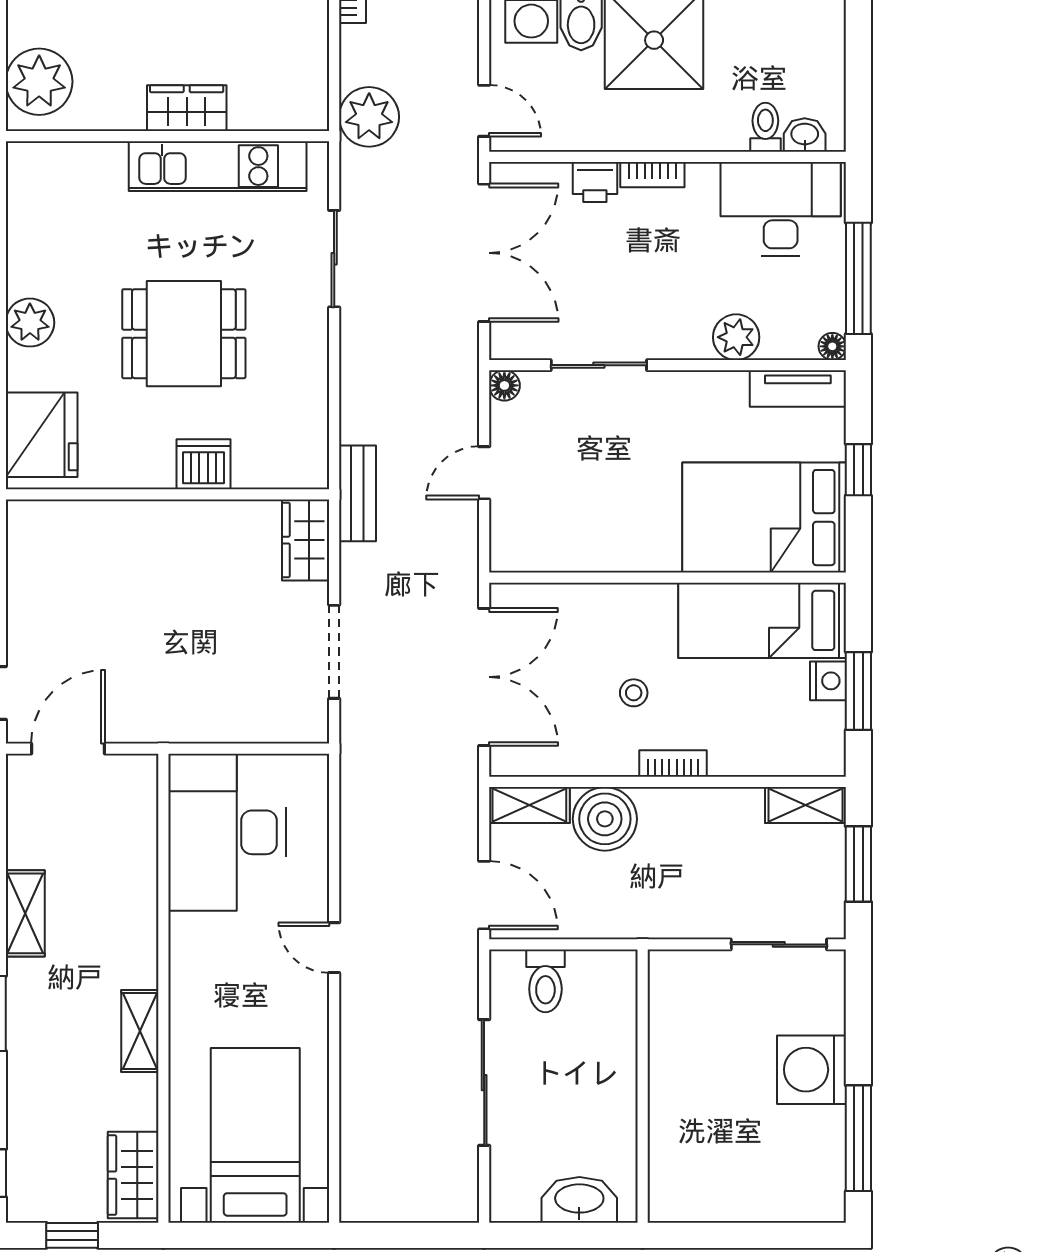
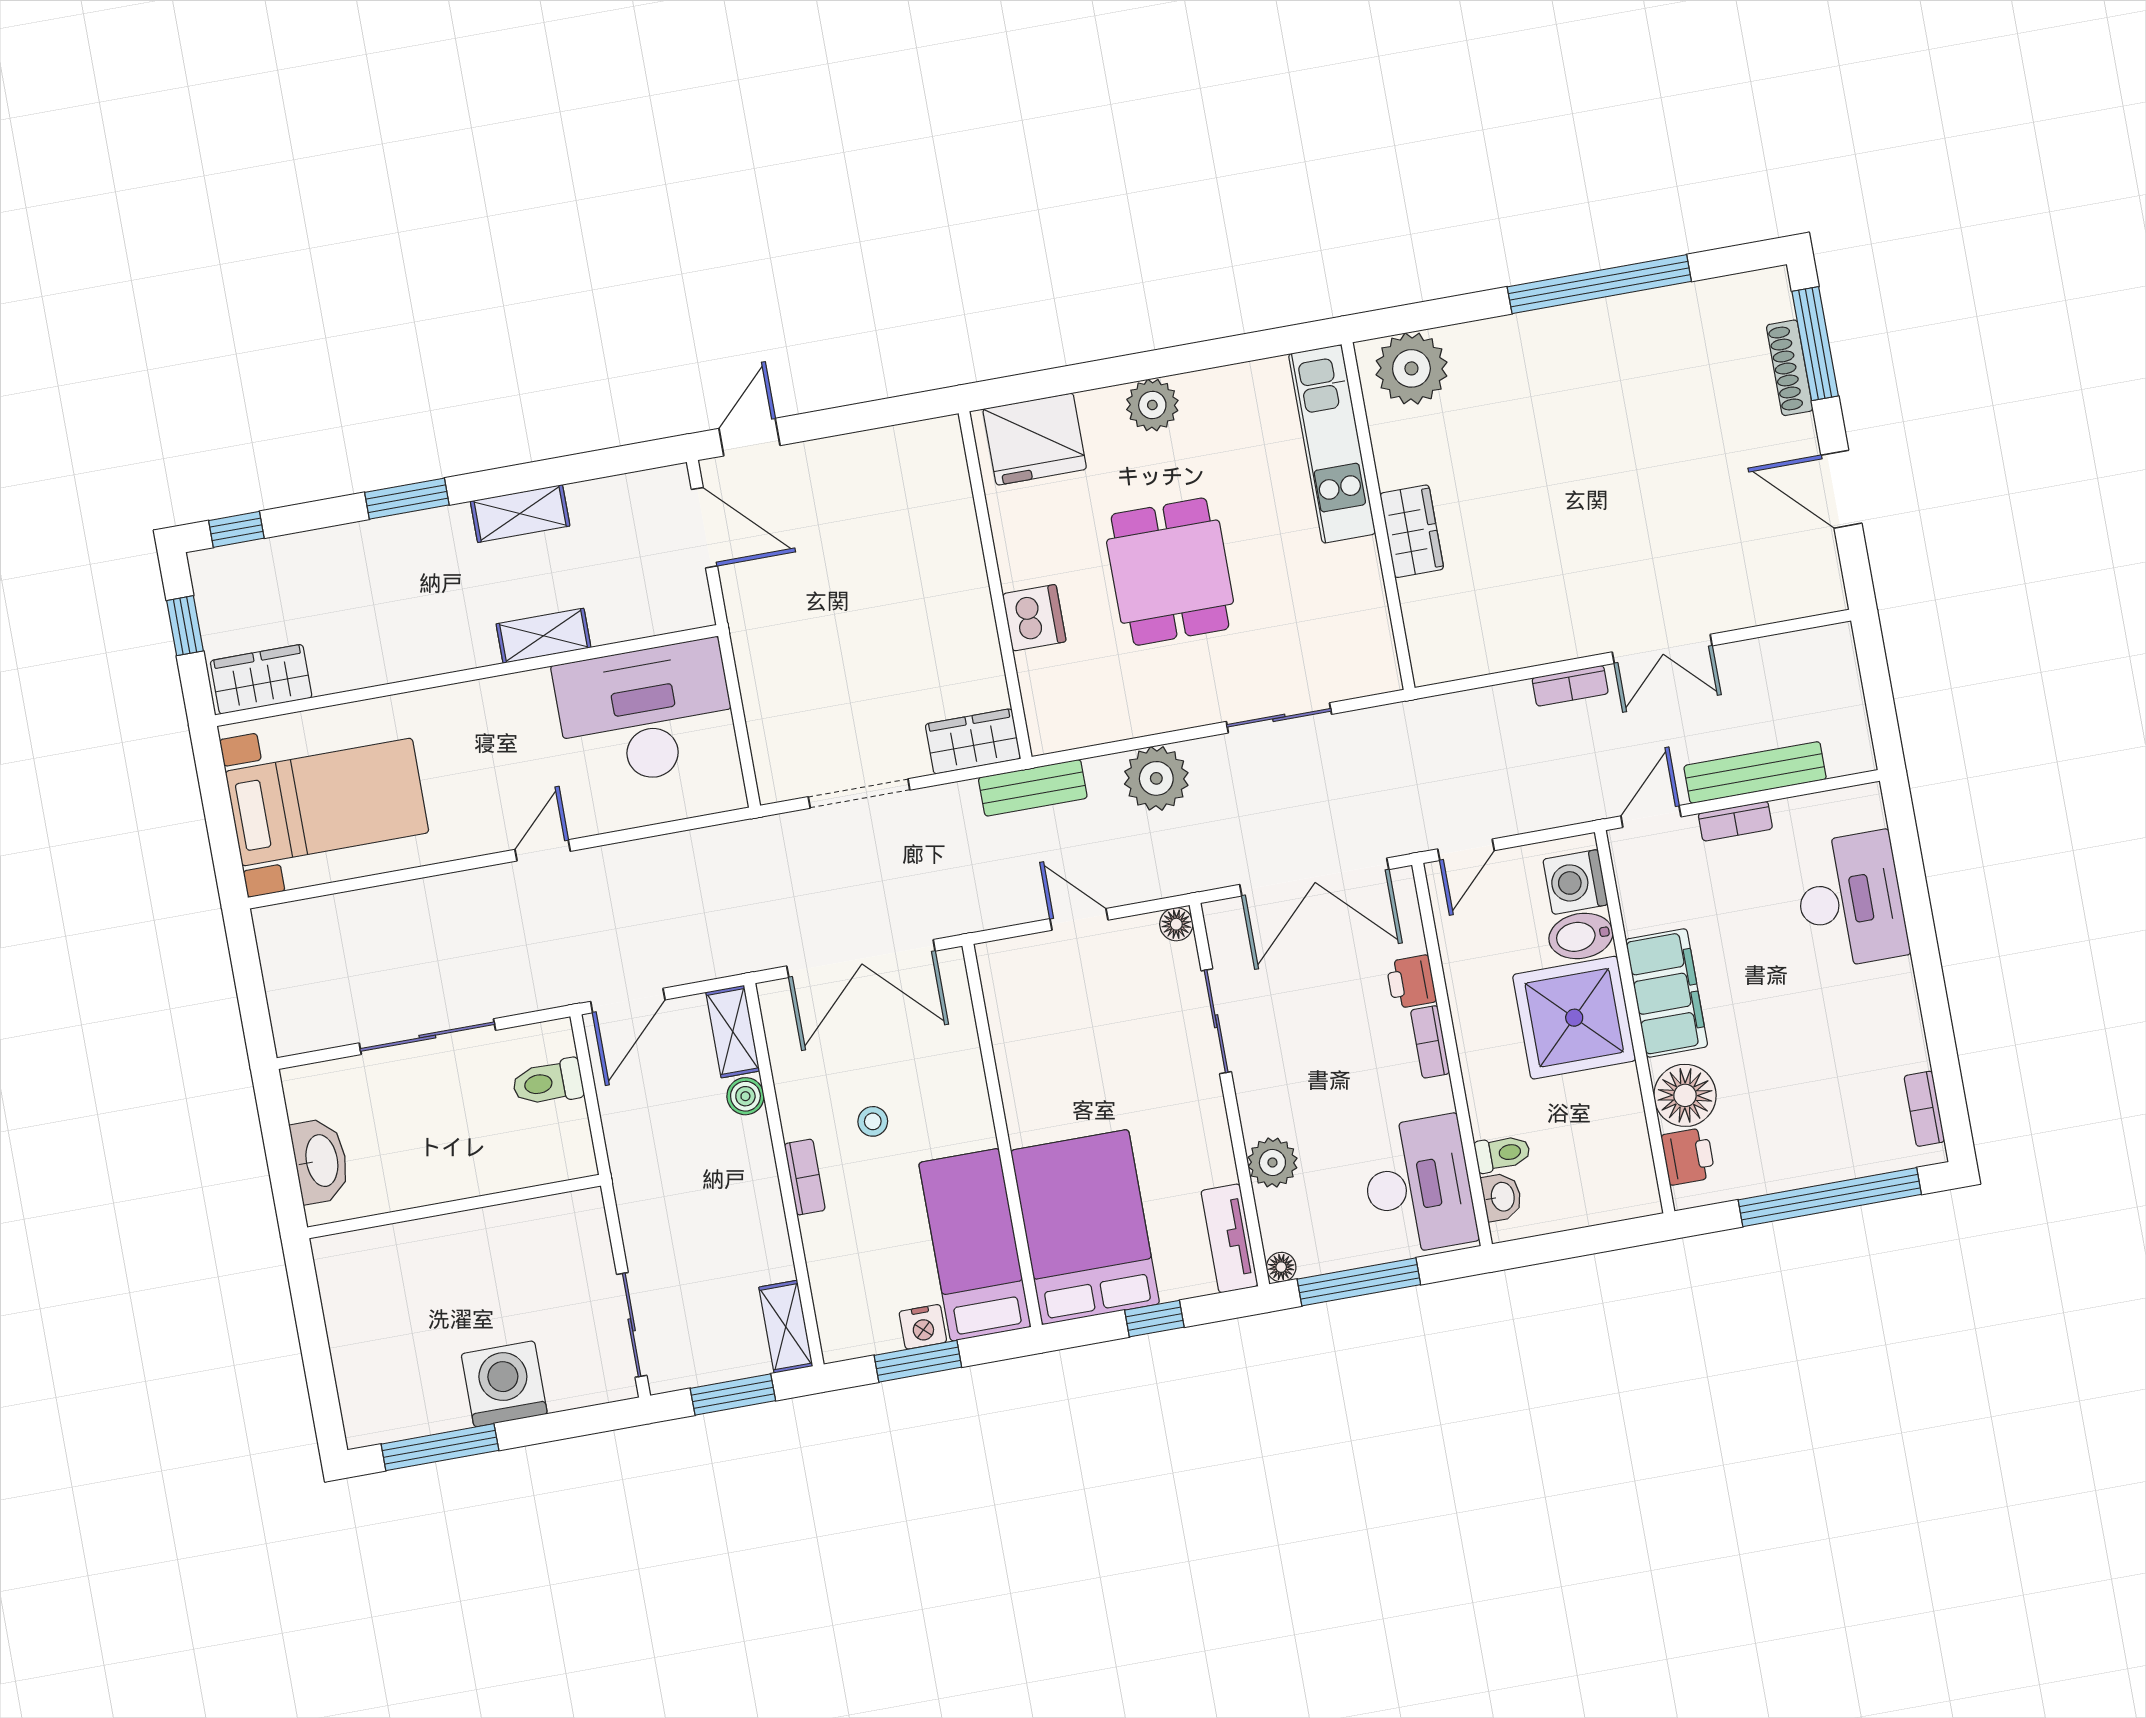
plant: (369, 117) -> (1156, 778), moved
kitchen unit: (218, 166) -> (1332, 444), moved
boiler: (605, 819) -> (745, 1096), width x0.54, depth x0.54
shelving: (140, 1031) -> (543, 636), moved

